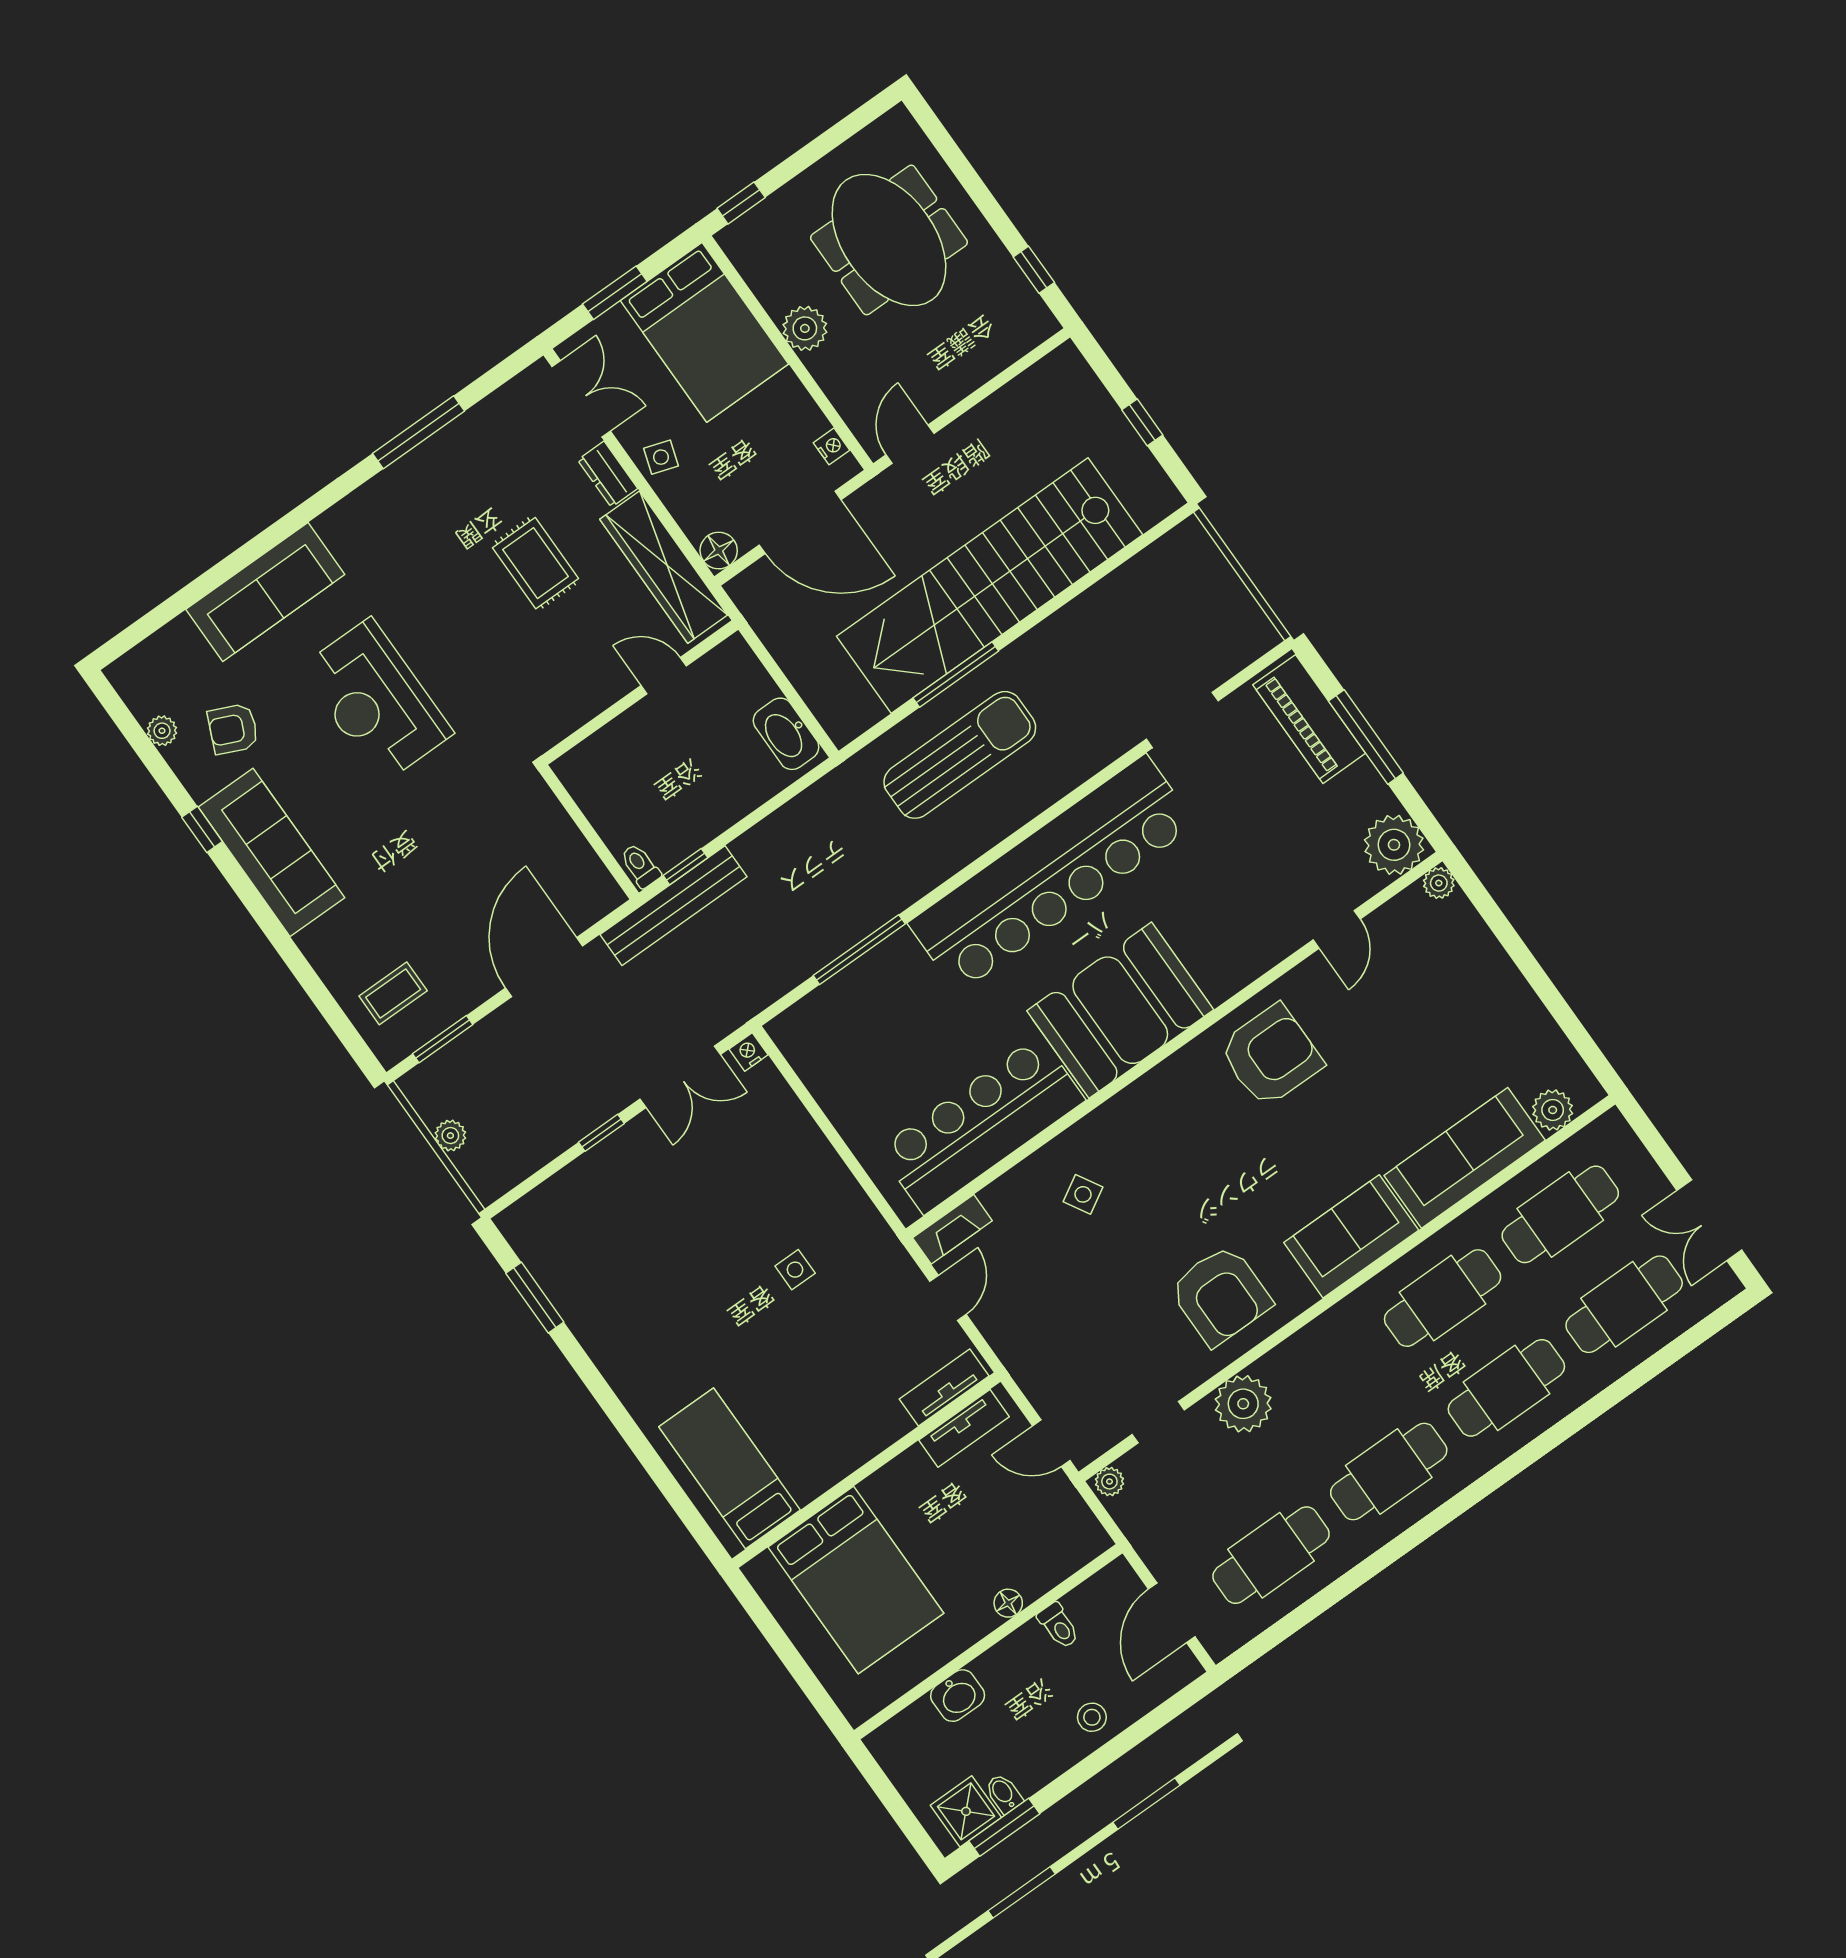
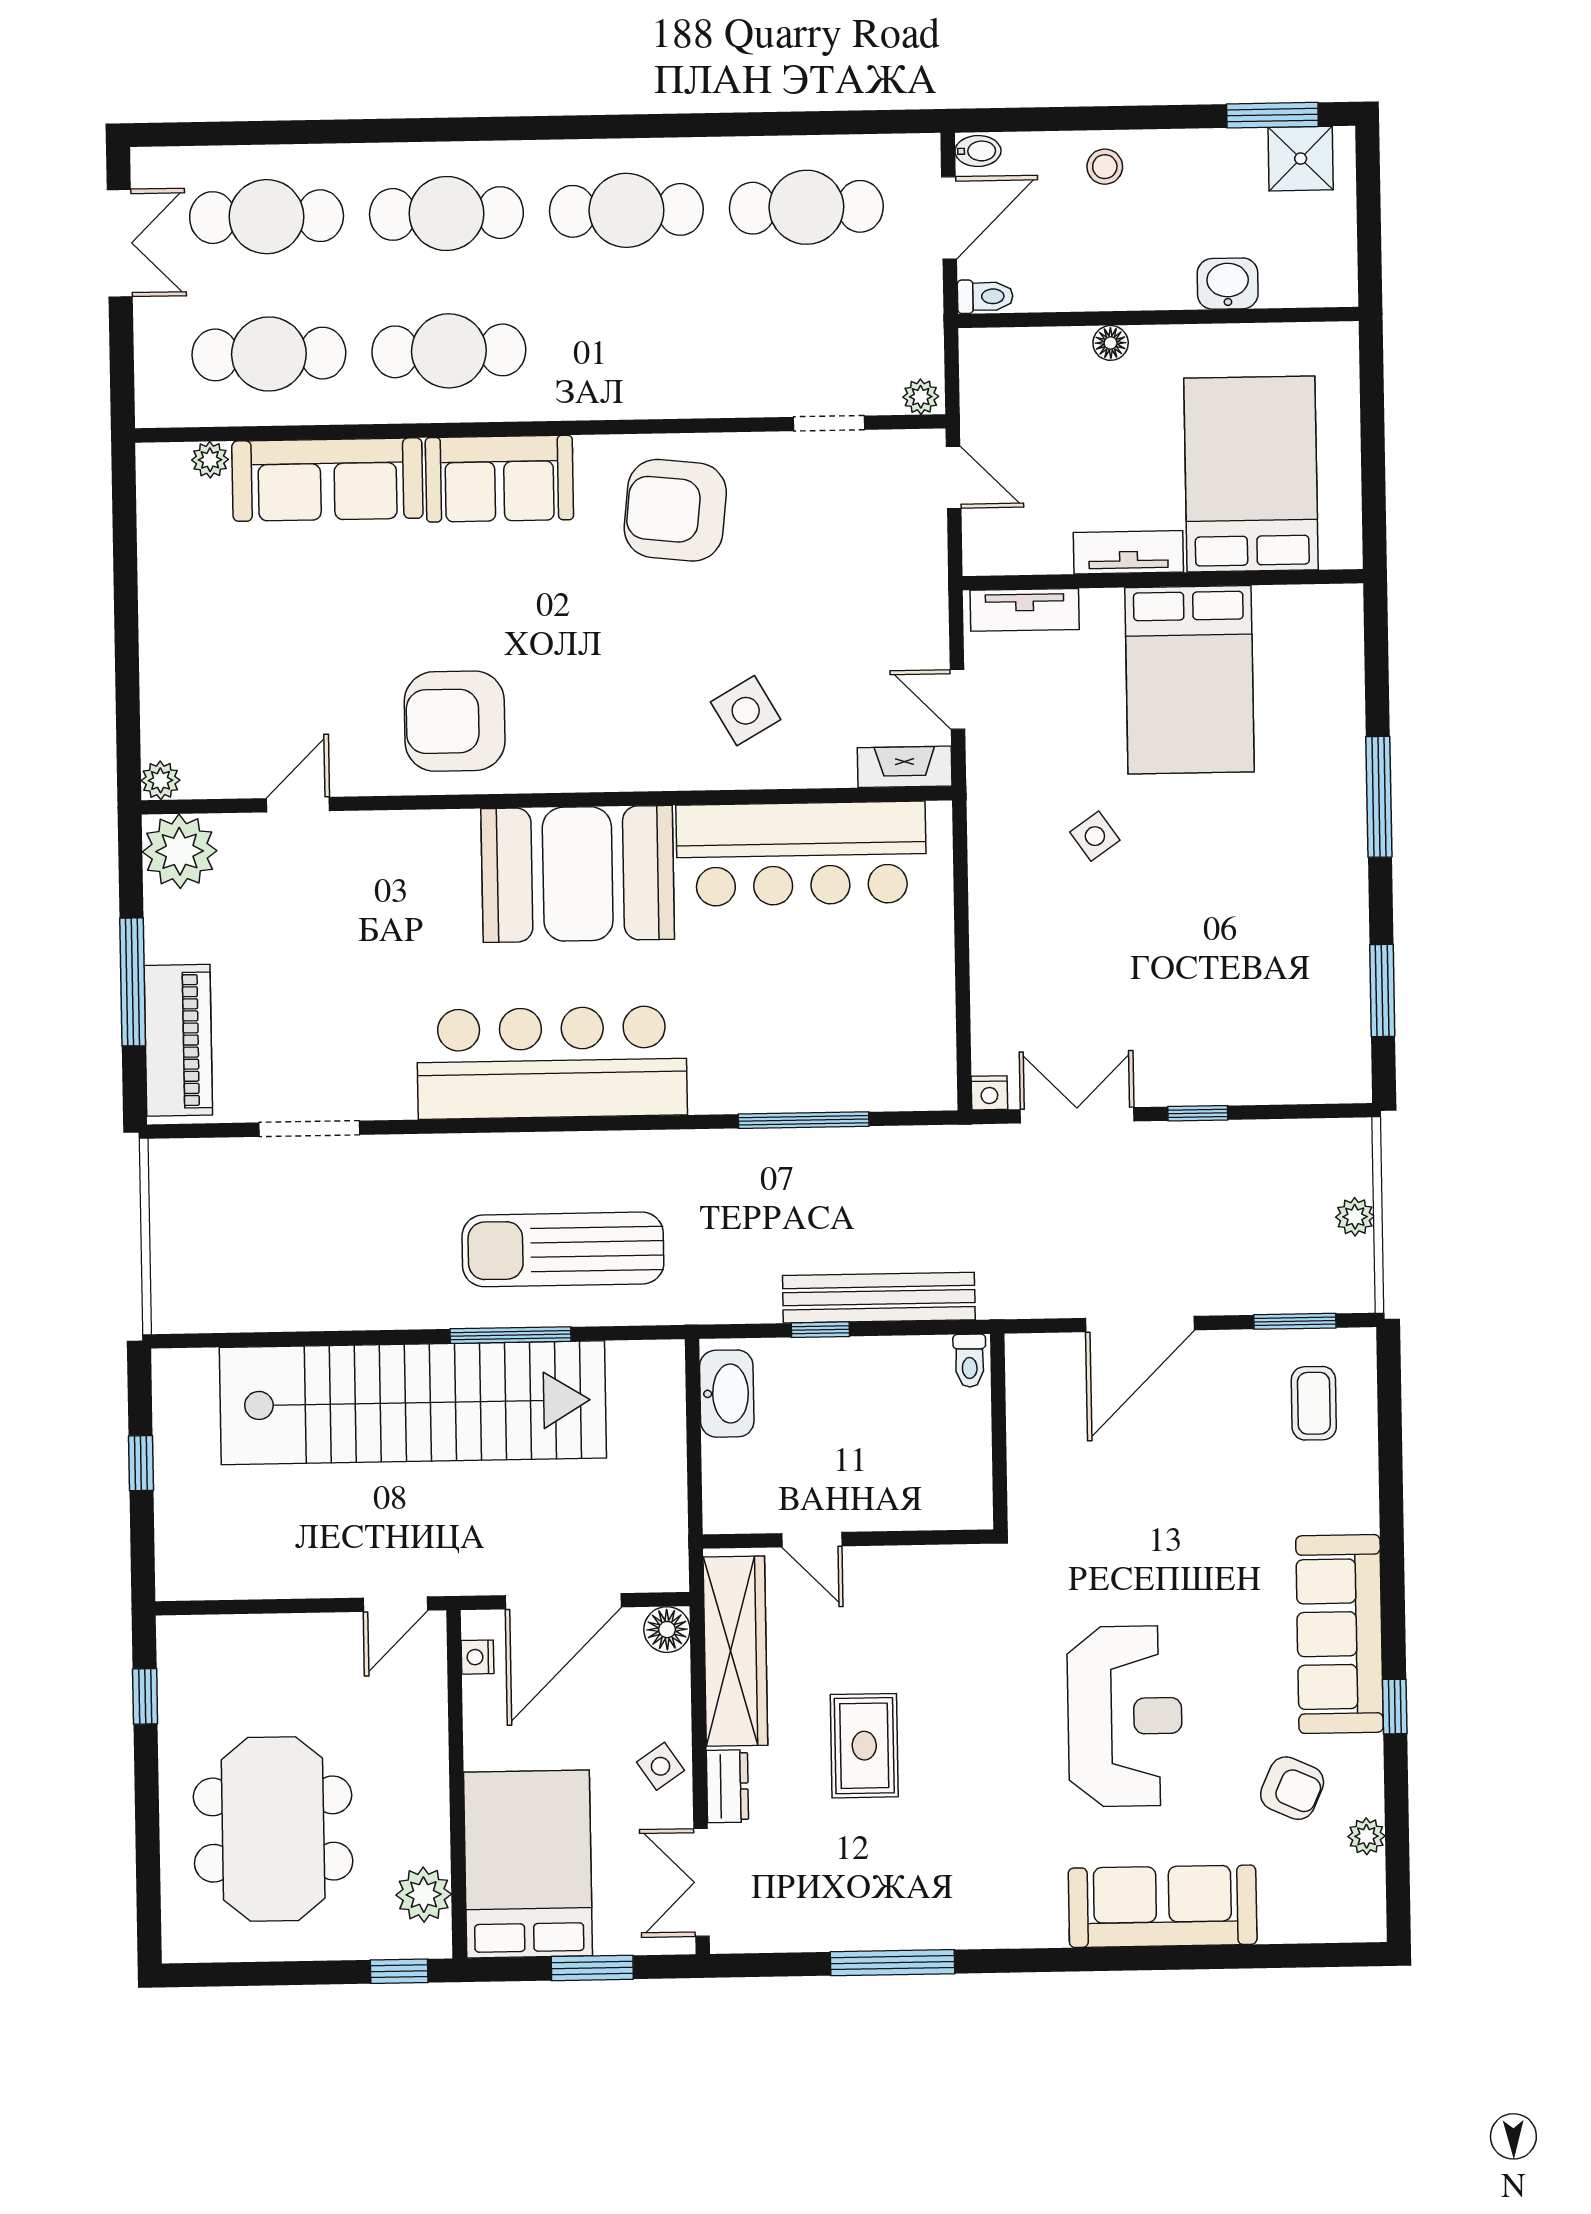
plant: (805, 328) -> (424, 1895), moved
side table: (661, 457) -> (661, 1766), turned 38
door: (800, 522) -> (563, 1601), swing flipped
window: (685, 867) -> (820, 1330), moved
bar counter: (1052, 874) -> (552, 1063), width x0.73
bench: (673, 906) -> (879, 1298), moved
coffee table: (393, 993) -> (1314, 1403), turned 90
plant: (1553, 1110) -> (210, 460), width x0.73, depth x0.73
side table: (1083, 1194) -> (746, 711), width x1.37, depth x1.37
side table: (795, 1270) -> (1095, 836), turned -35
armchair: (1221, 1295) -> (675, 510), turned -84
door: (948, 1298) -> (957, 699), hinge flipped
plant: (1243, 1404) -> (728, 382), removed
window: (625, 1424) -> (1379, 797), added
tv unit: (964, 1428) -> (1128, 552), moved
bed: (730, 1468) -> (1190, 680), moved, width x1.50
toilet: (1059, 1626) -> (985, 296), moved, turned 90
bidet: (1004, 1793) -> (978, 151), moved, turned -90

